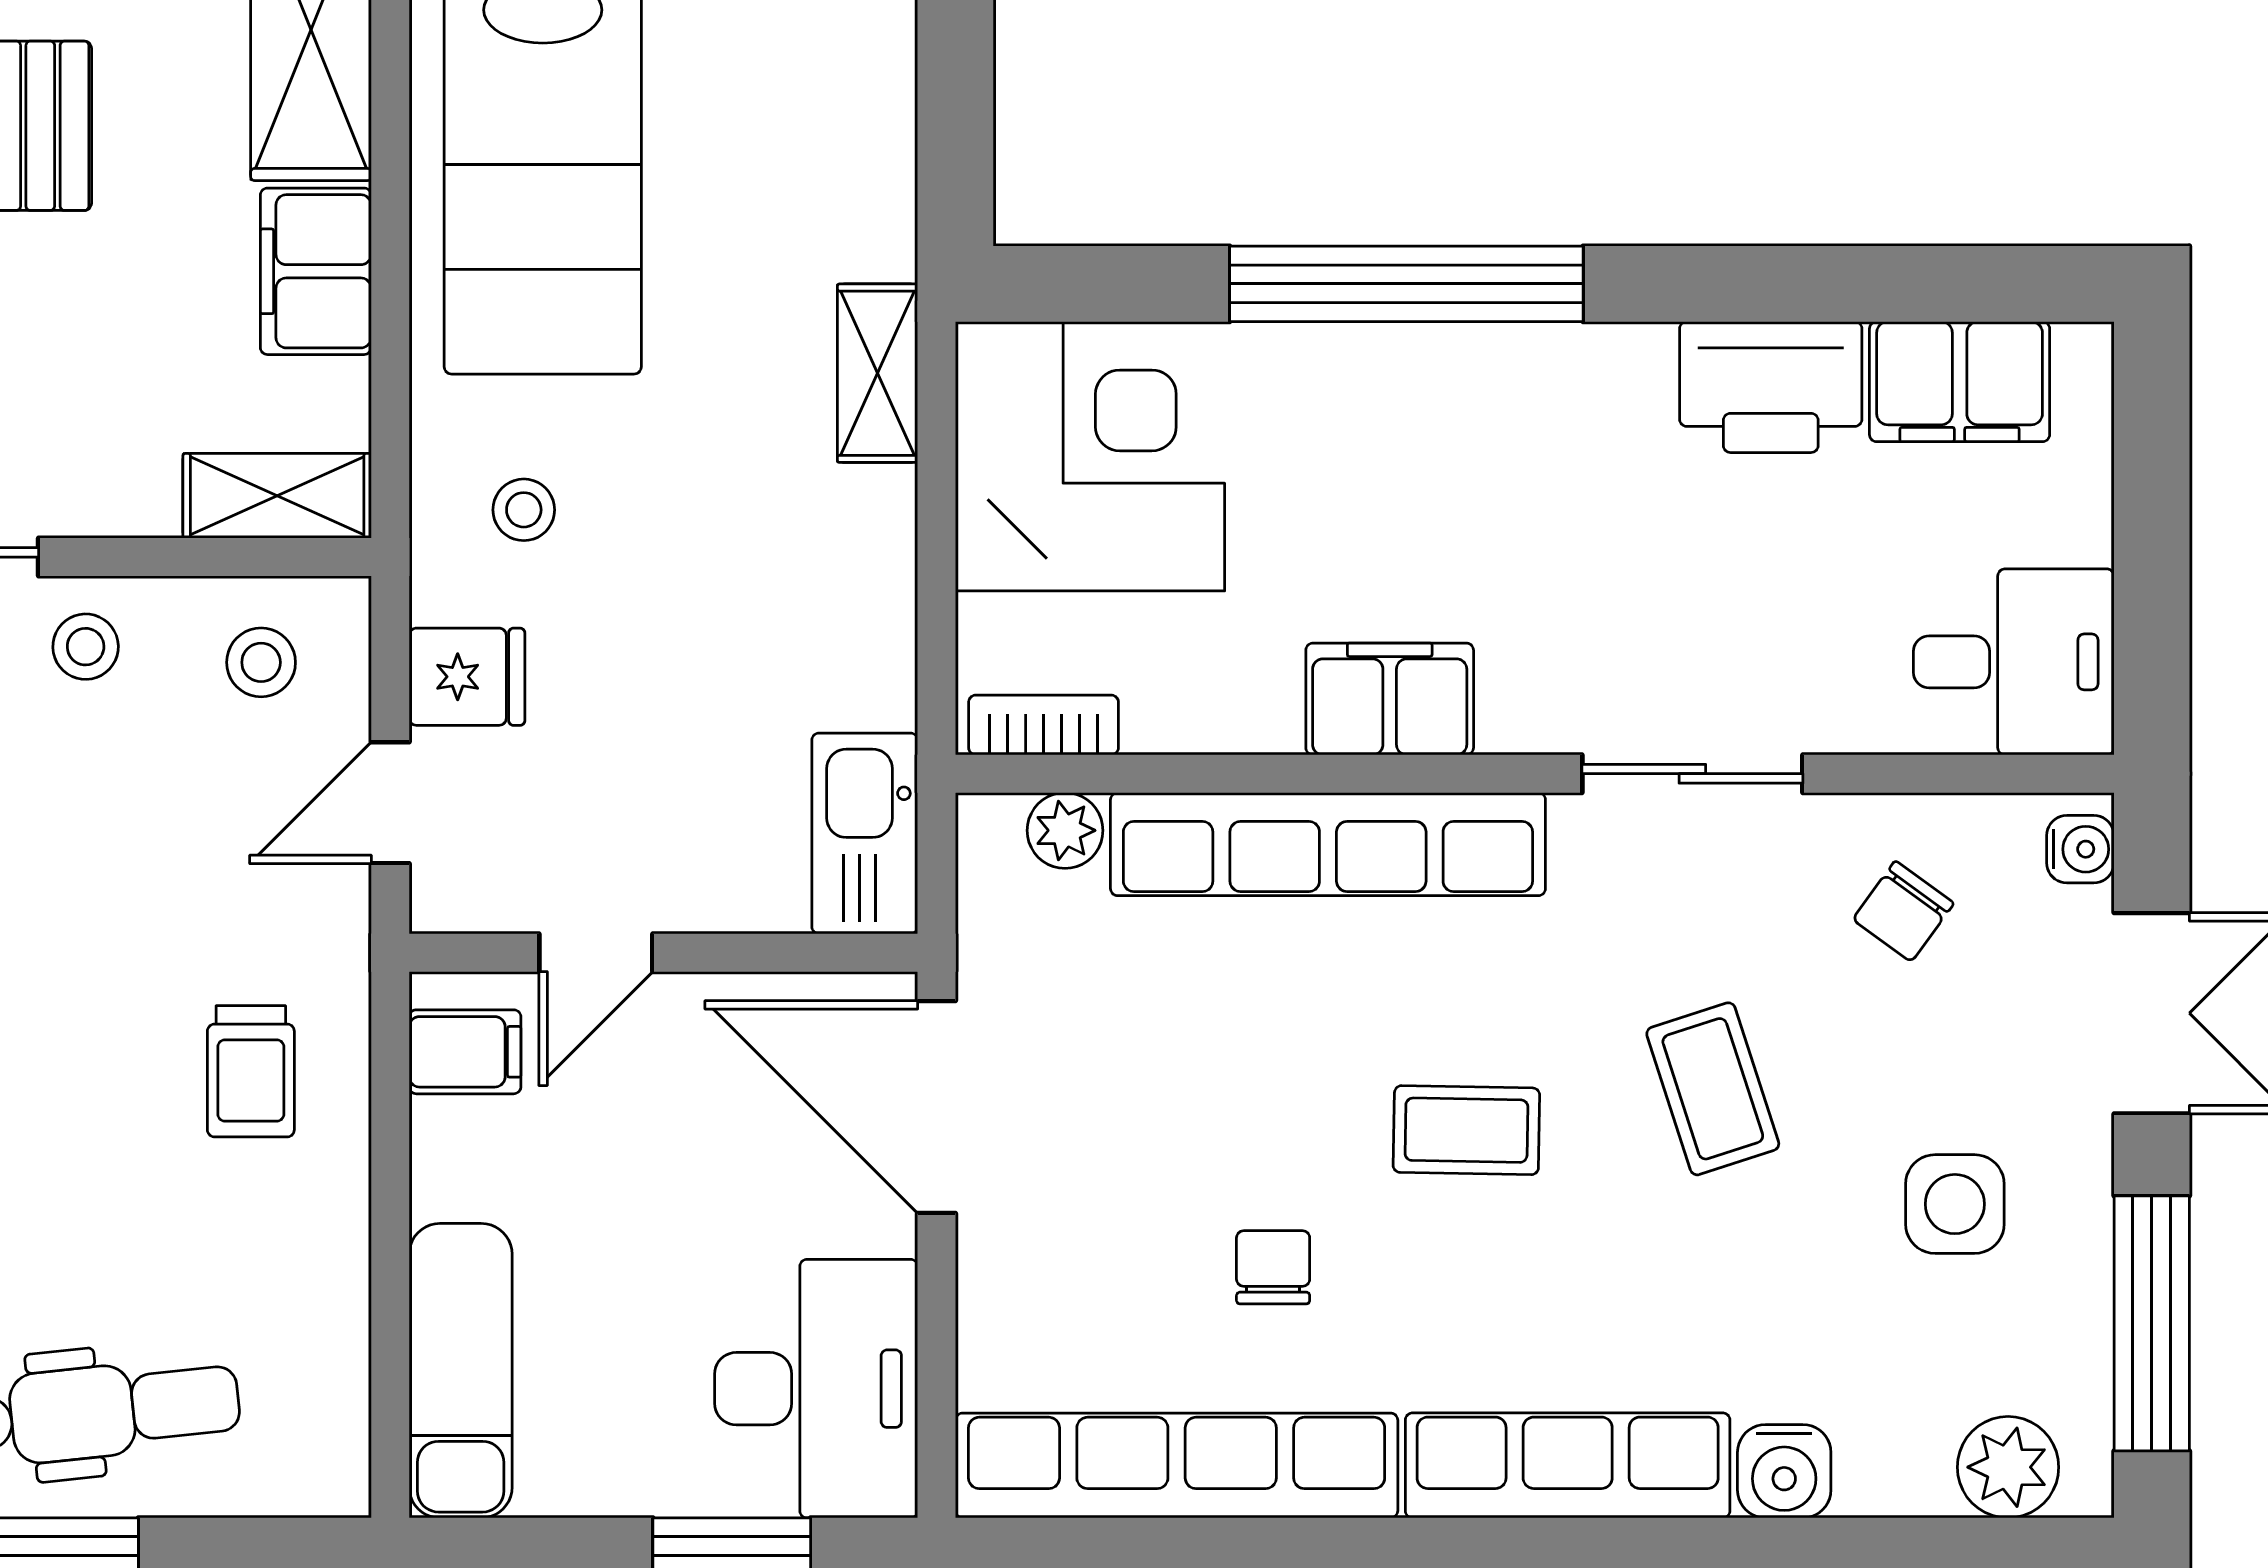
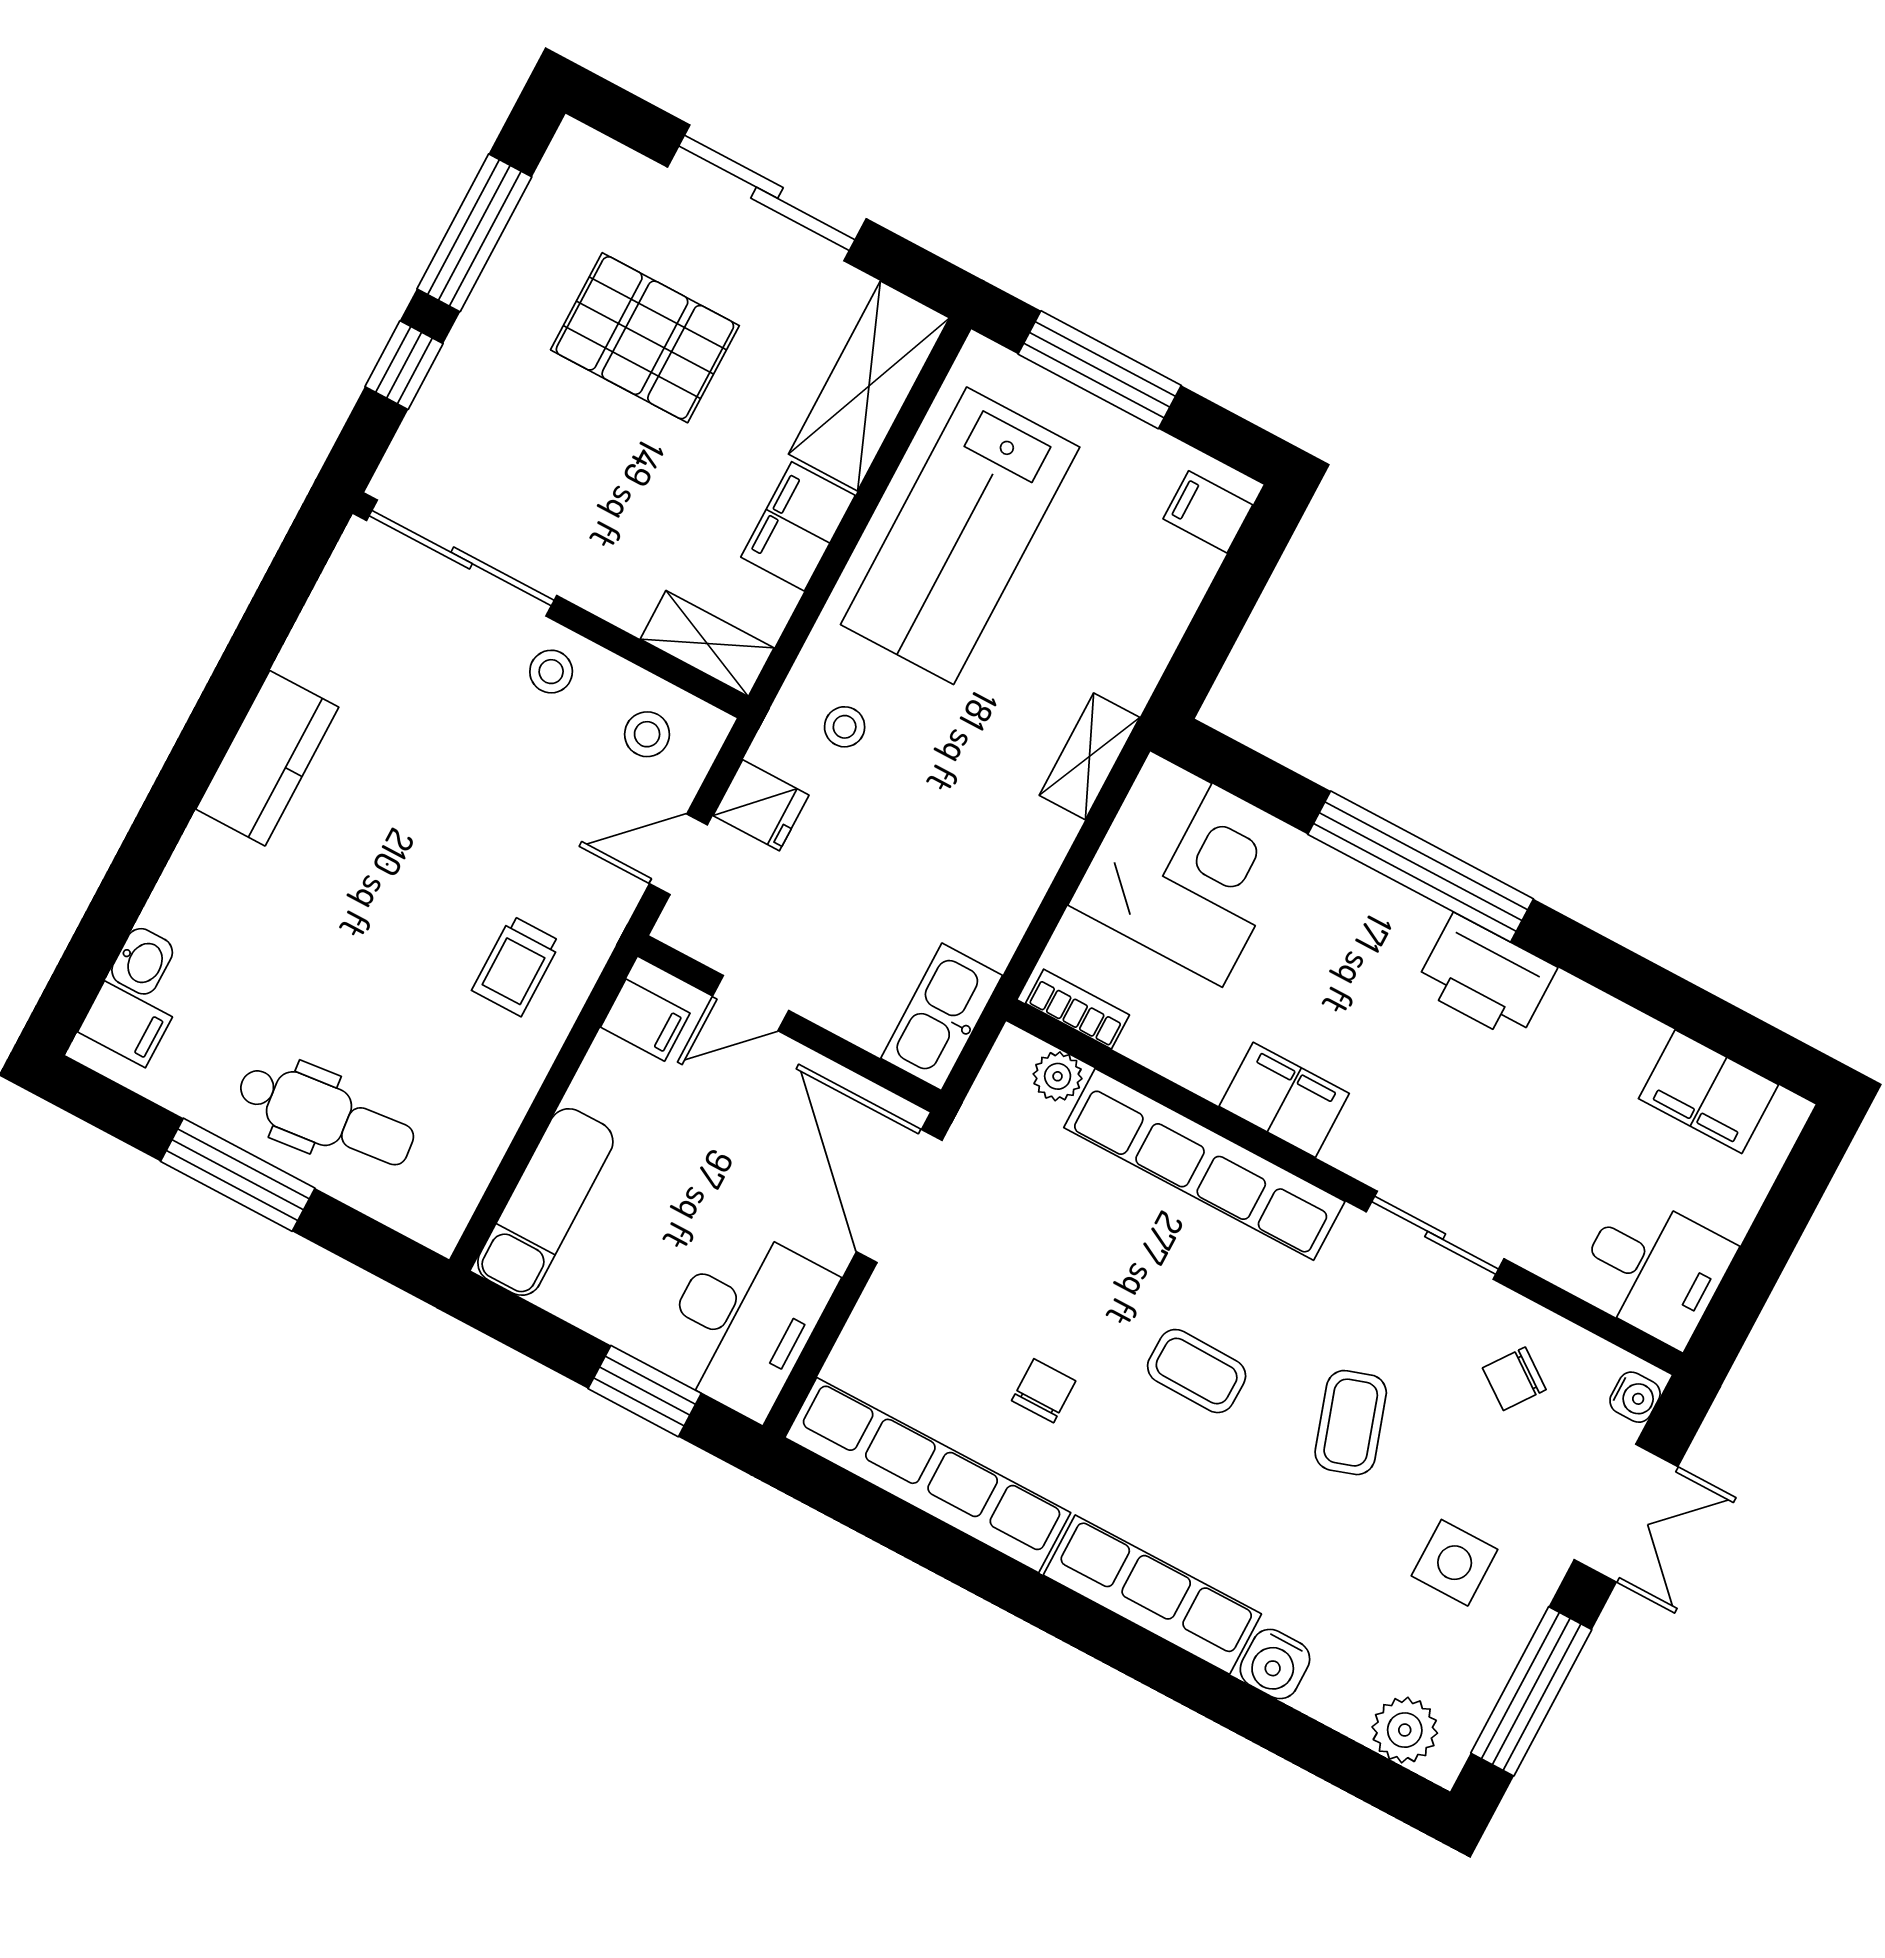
printer: (1771, 387) -> (1486, 977), moved

